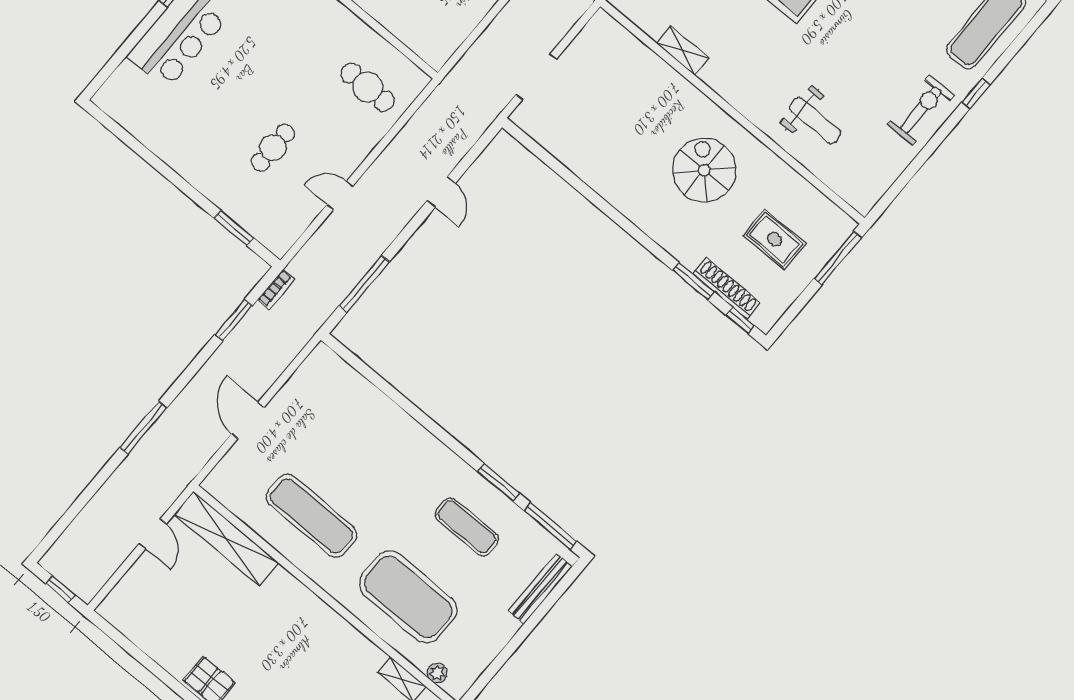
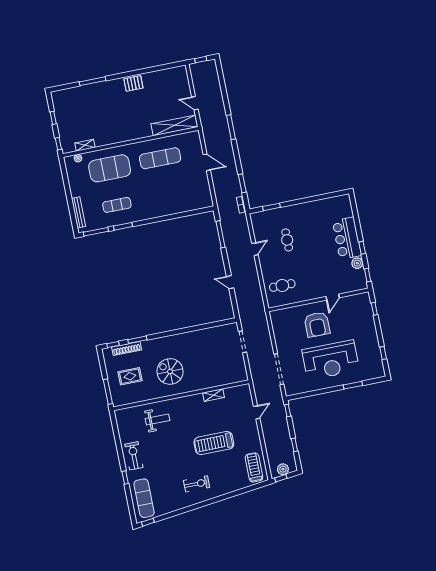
exercise bike: (921, 110) -> (134, 456), turned 180
weight bench: (815, 120) -> (157, 420), turned 180
spiral stairs: (704, 170) -> (170, 371), turned 180

